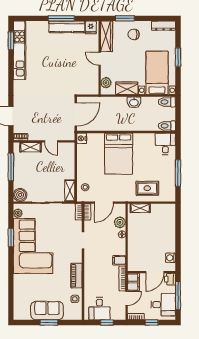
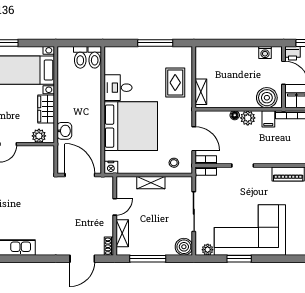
washbasin: (134, 102) -> (64, 131), moved
toilet: (167, 102) -> (80, 57), moved
desk: (165, 144) -> (118, 88), moved
bed: (119, 154) -> (131, 126), width x1.36
shelving: (70, 191) -> (151, 183), moved
plant: (120, 222) -> (248, 118), moved
boiler: (136, 259) -> (267, 98), added

